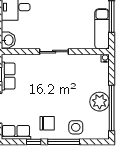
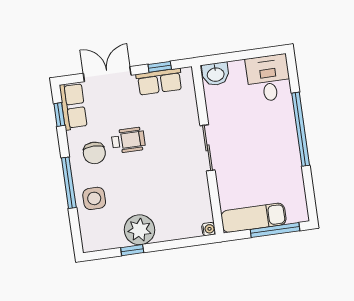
wheelchair: (42, 101) -> (128, 140), added
window: (112, 108) -> (132, 250), width x0.32
window: (34, 142) -> (59, 115), moved

